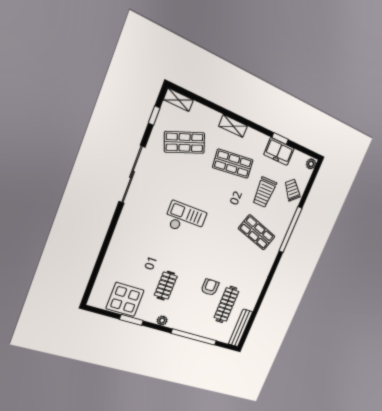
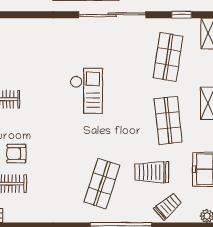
shop shelf: (185, 142) -> (168, 57), turned 30
armchair: (210, 287) -> (16, 154), turned 180

